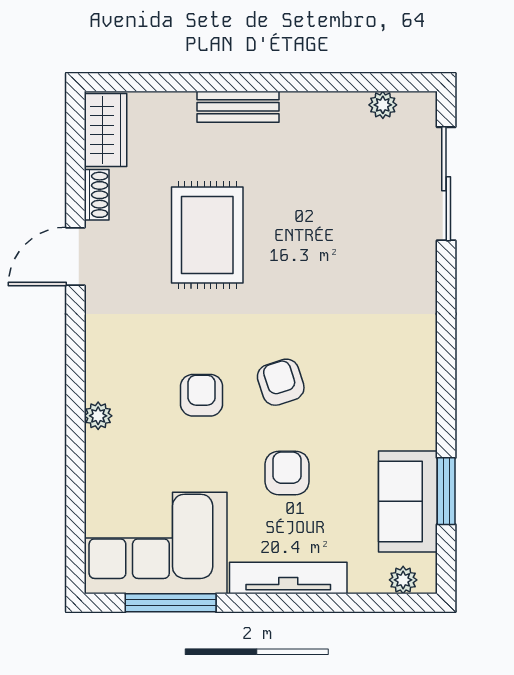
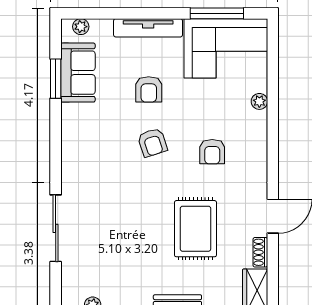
sliding door: (446, 184) -> (56, 228), moved
armchair: (202, 395) -> (212, 152), moved
plant: (98, 416) -> (259, 101), moved

